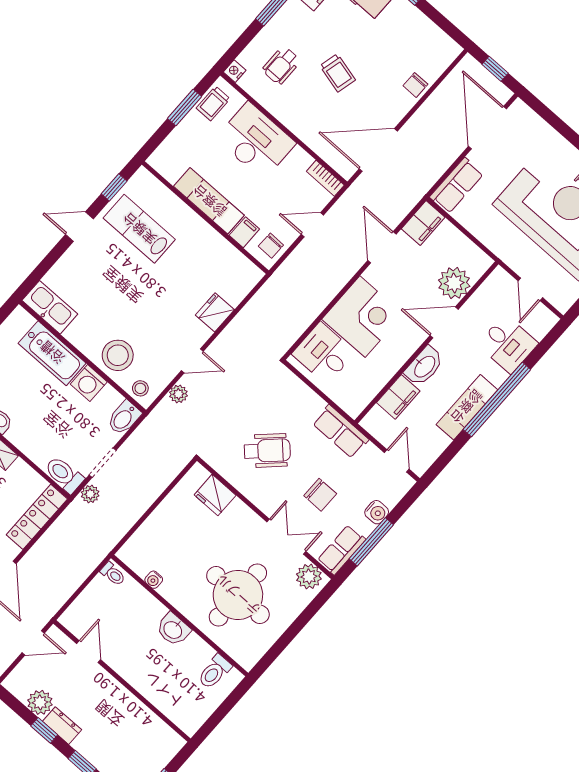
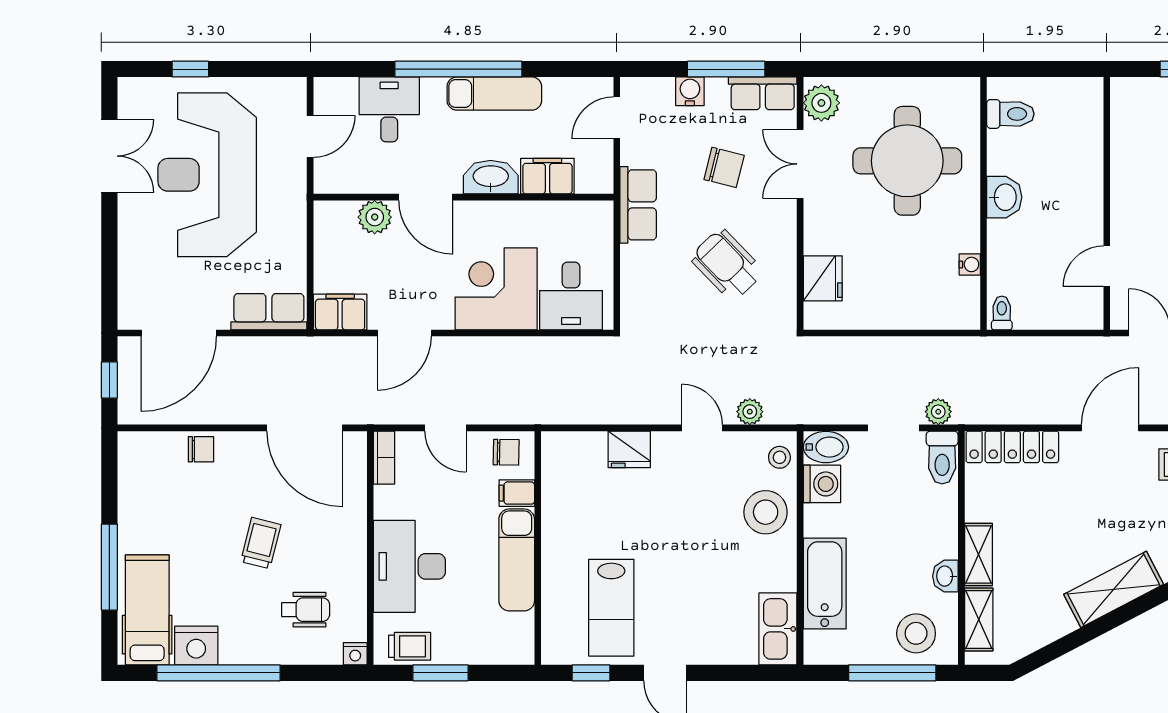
plant: (454, 283) -> (375, 217), width x0.73, depth x0.73
washing machine: (89, 383) -> (822, 484), moved
chair: (320, 495) -> (724, 167), turned 104

